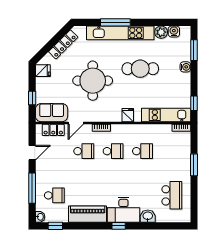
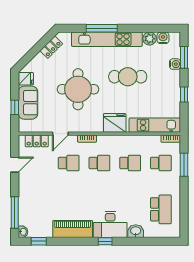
locker: (63, 44) -> (51, 47), width x0.66
water cooler: (185, 67) -> (175, 64), moved
window: (194, 103) -> (184, 94), moved
sofa: (52, 113) -> (28, 103), moved, turned 90
fridge: (128, 115) -> (115, 123), width x1.88, depth x1.34
window: (194, 165) -> (184, 165), moved
window: (32, 188) -> (15, 212), moved
school desk: (54, 195) -> (161, 163), moved

